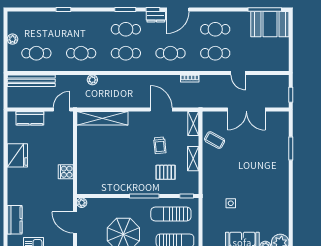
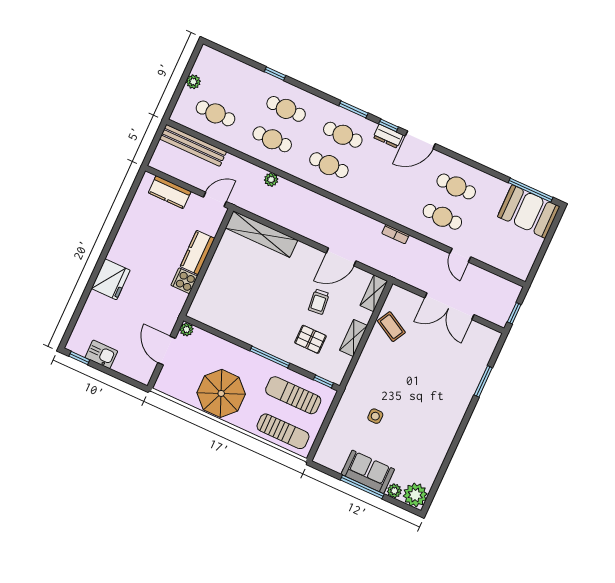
cafe table: (171, 53) -> (286, 109), moved
door: (161, 109) -> (341, 257), swing flipped
fridge: (17, 155) -> (111, 279), moved
kitchen counter: (15, 220) -> (197, 252), moved, turned 180

